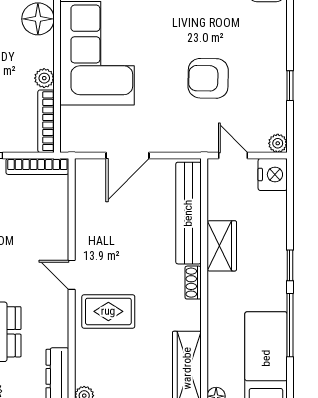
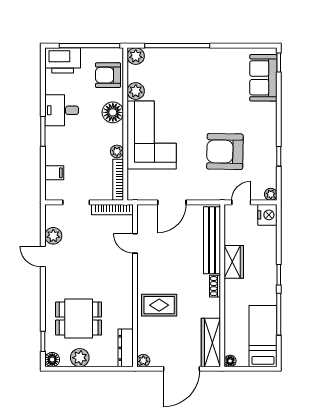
armchair: (208, 78) -> (225, 152), width x1.36, depth x1.36
door: (233, 156) -> (241, 202), hinge flipped
door: (72, 275) -> (135, 243), moved

